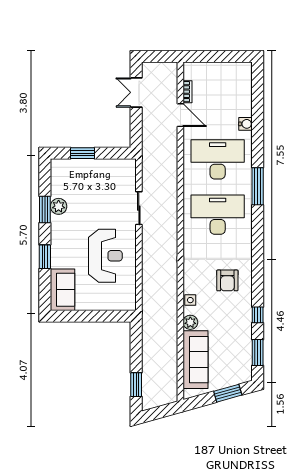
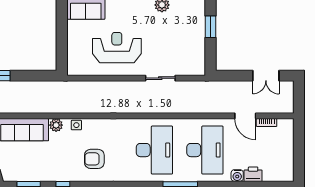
double door: (136, 92) -> (266, 76), swing flipped
printer: (244, 106) -> (253, 174), added
door: (180, 115) -> (245, 116), hinge flipped
reception desk: (105, 256) -> (117, 48), turned 180

